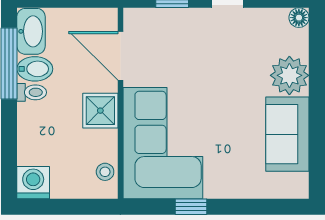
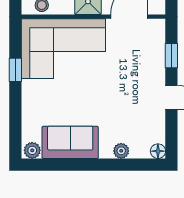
plant: (289, 75) -> (121, 151), width x0.53, depth x0.53
plant: (298, 184) -> (32, 150), added

